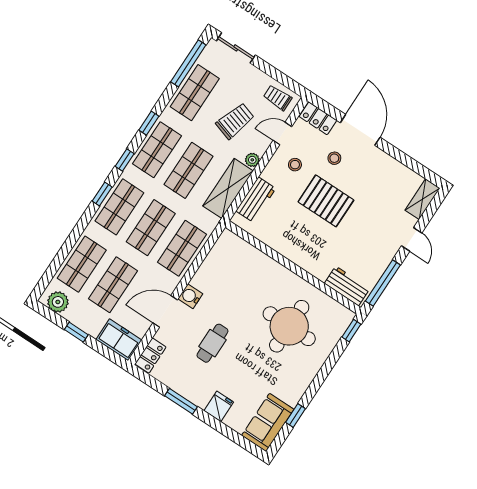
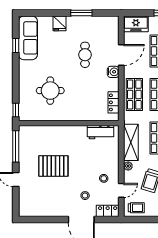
shelving: (422, 199) -> (24, 205), removed
workbench: (256, 200) -> (100, 132), moved, turned -90
pallet: (326, 201) -> (53, 166), moved
workbench: (347, 286) -> (34, 132), removed
round table: (289, 326) -> (50, 91), width x0.73, depth x0.73
locker: (150, 356) -> (114, 102), moved
sofa: (268, 422) -> (28, 38), width x1.36

